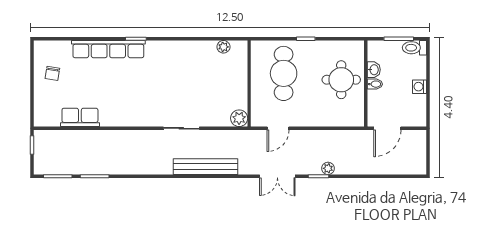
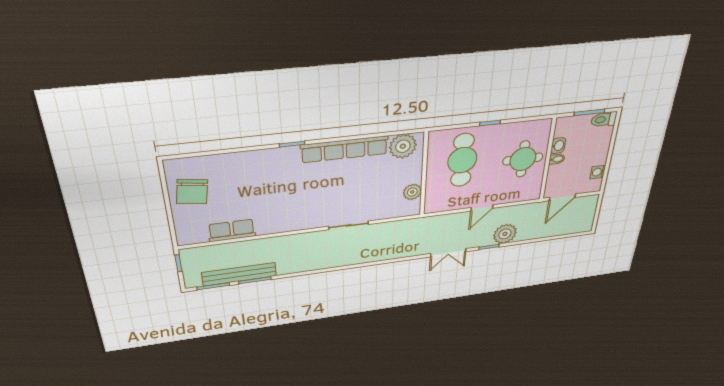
plant: (223, 47) -> (403, 146), width x1.88, depth x1.88
row of seats: (108, 49) -> (345, 149), moved
chair: (52, 73) -> (192, 192), width x1.87, depth x1.87
washing machine: (420, 87) -> (598, 172), moved
plant: (239, 118) -> (412, 192), moved
door: (278, 128) -> (482, 208), moved
bench: (205, 167) -> (239, 274), moved
plant: (328, 168) -> (505, 234), width x1.88, depth x1.88

